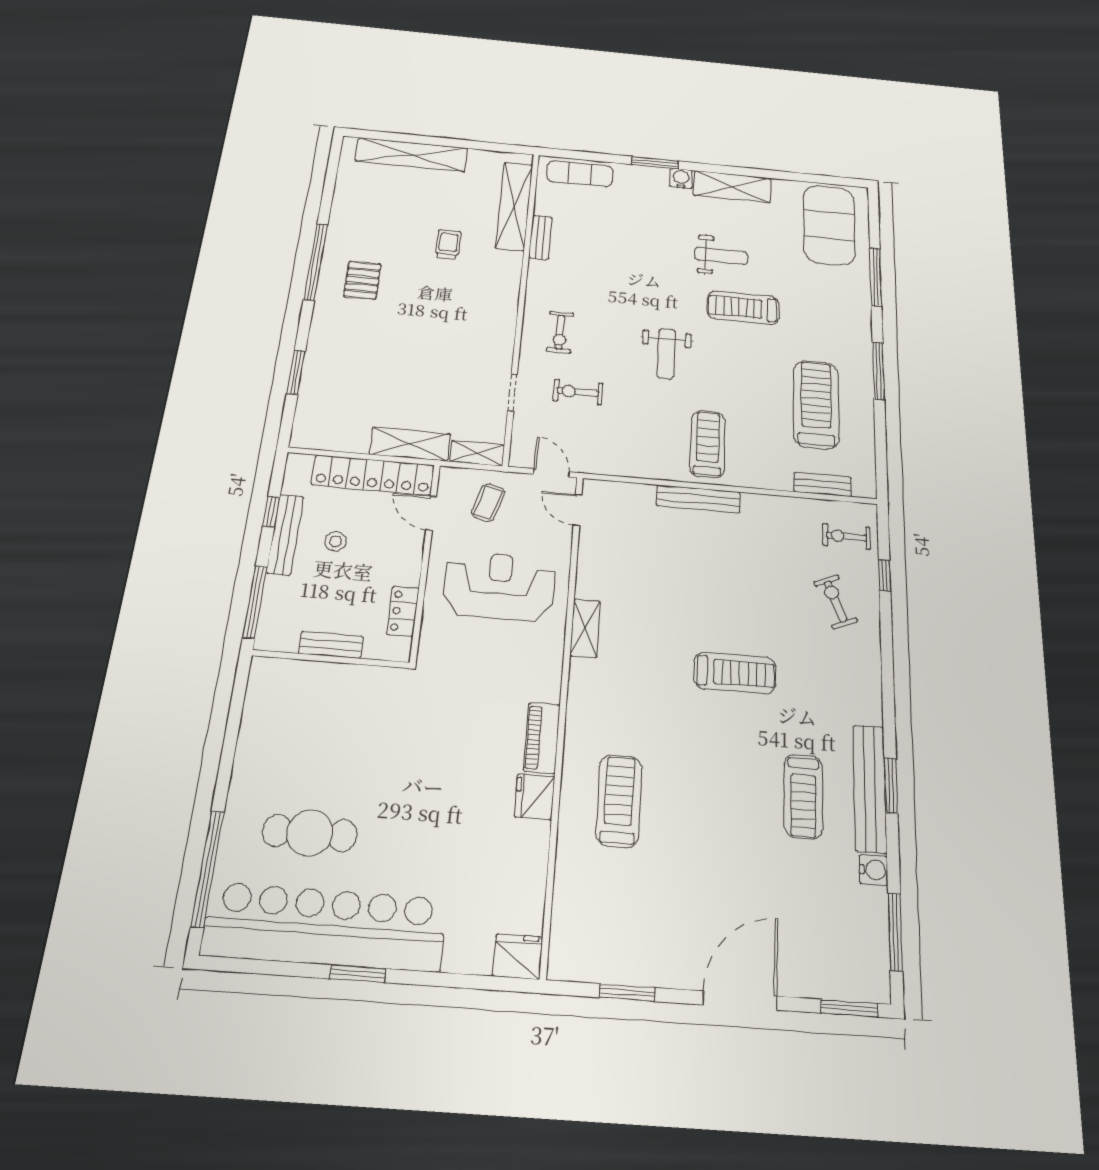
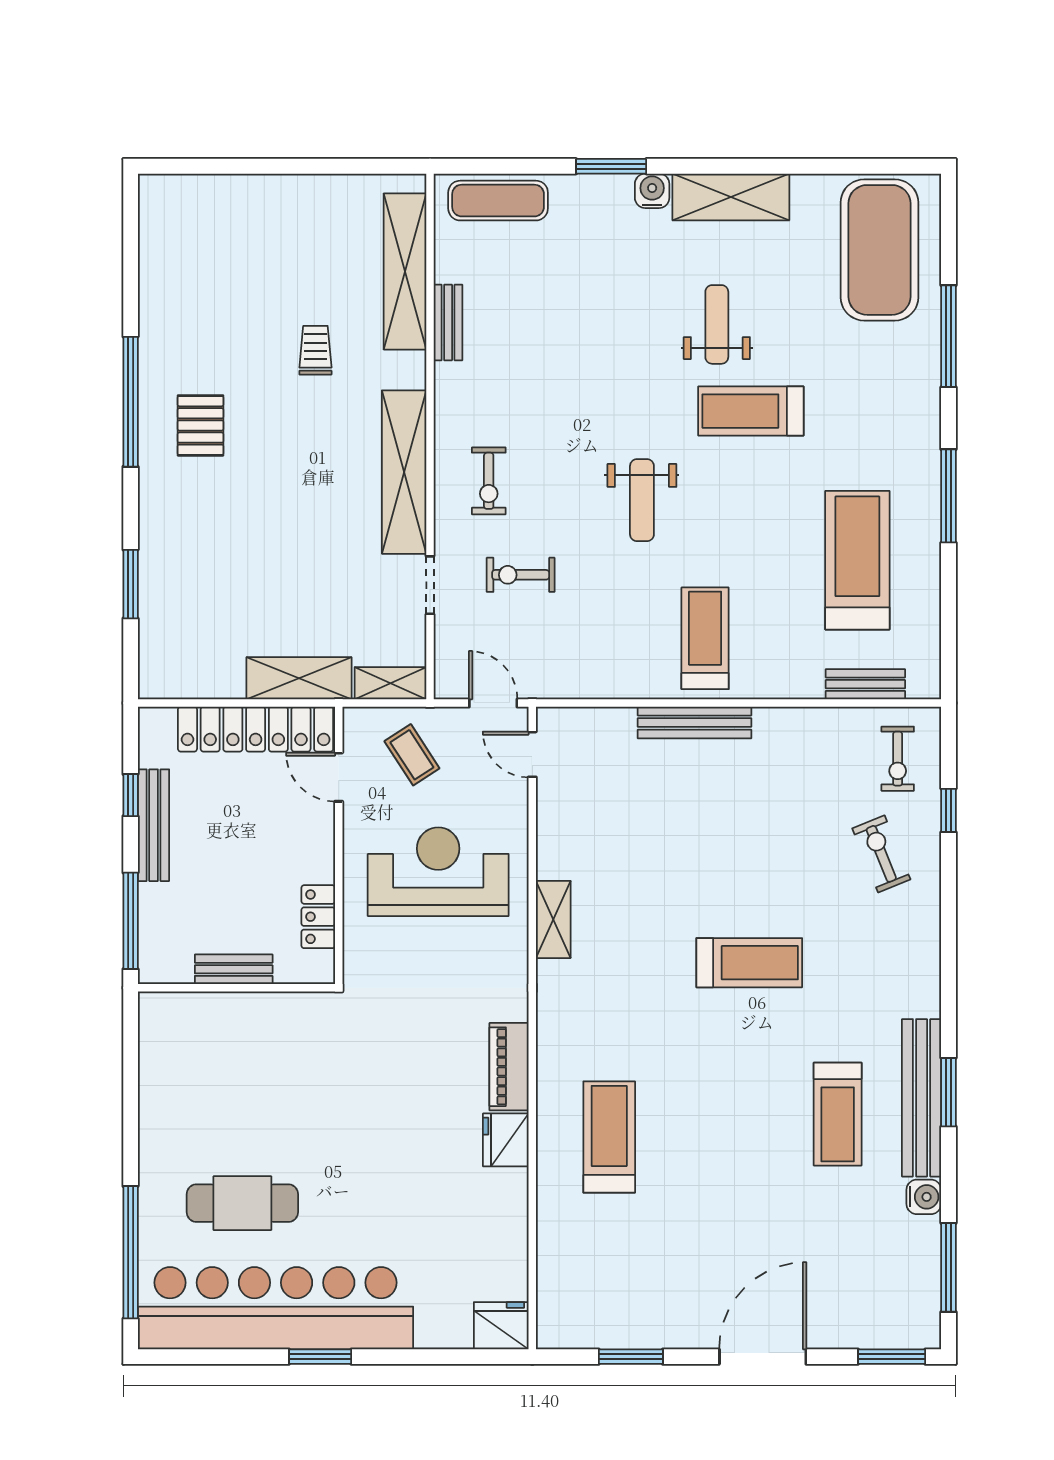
shelving: (412, 155) -> (404, 472), moved, turned 90
weight bench: (721, 256) -> (717, 324), turned -90
coffee table: (488, 503) -> (412, 755), turned -50
exercise bike: (846, 536) -> (898, 759), turned -90
stool: (335, 541) -> (220, 829), removed

